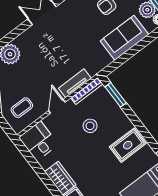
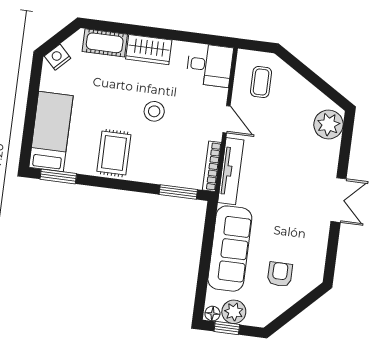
sofa: (124, 38) -> (230, 249), width x1.36
tv unit: (75, 83) -> (231, 171), width x1.41
stool: (90, 126) -> (154, 111), moved

